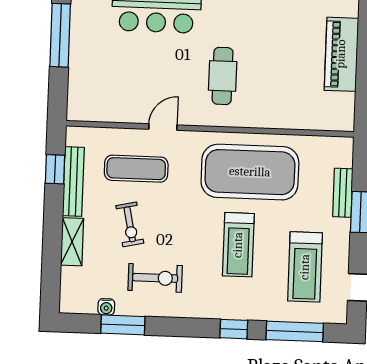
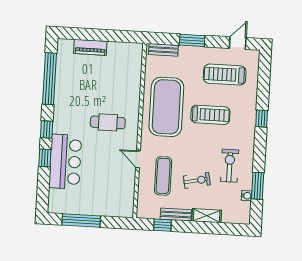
piano: (341, 54) -> (90, 47), width x0.73, depth x0.75
bench: (73, 182) -> (176, 214), width x0.73
bench: (343, 193) -> (163, 50), moved
treadmill: (305, 267) -> (225, 75), turned 180
window: (295, 331) -> (264, 82), removed

